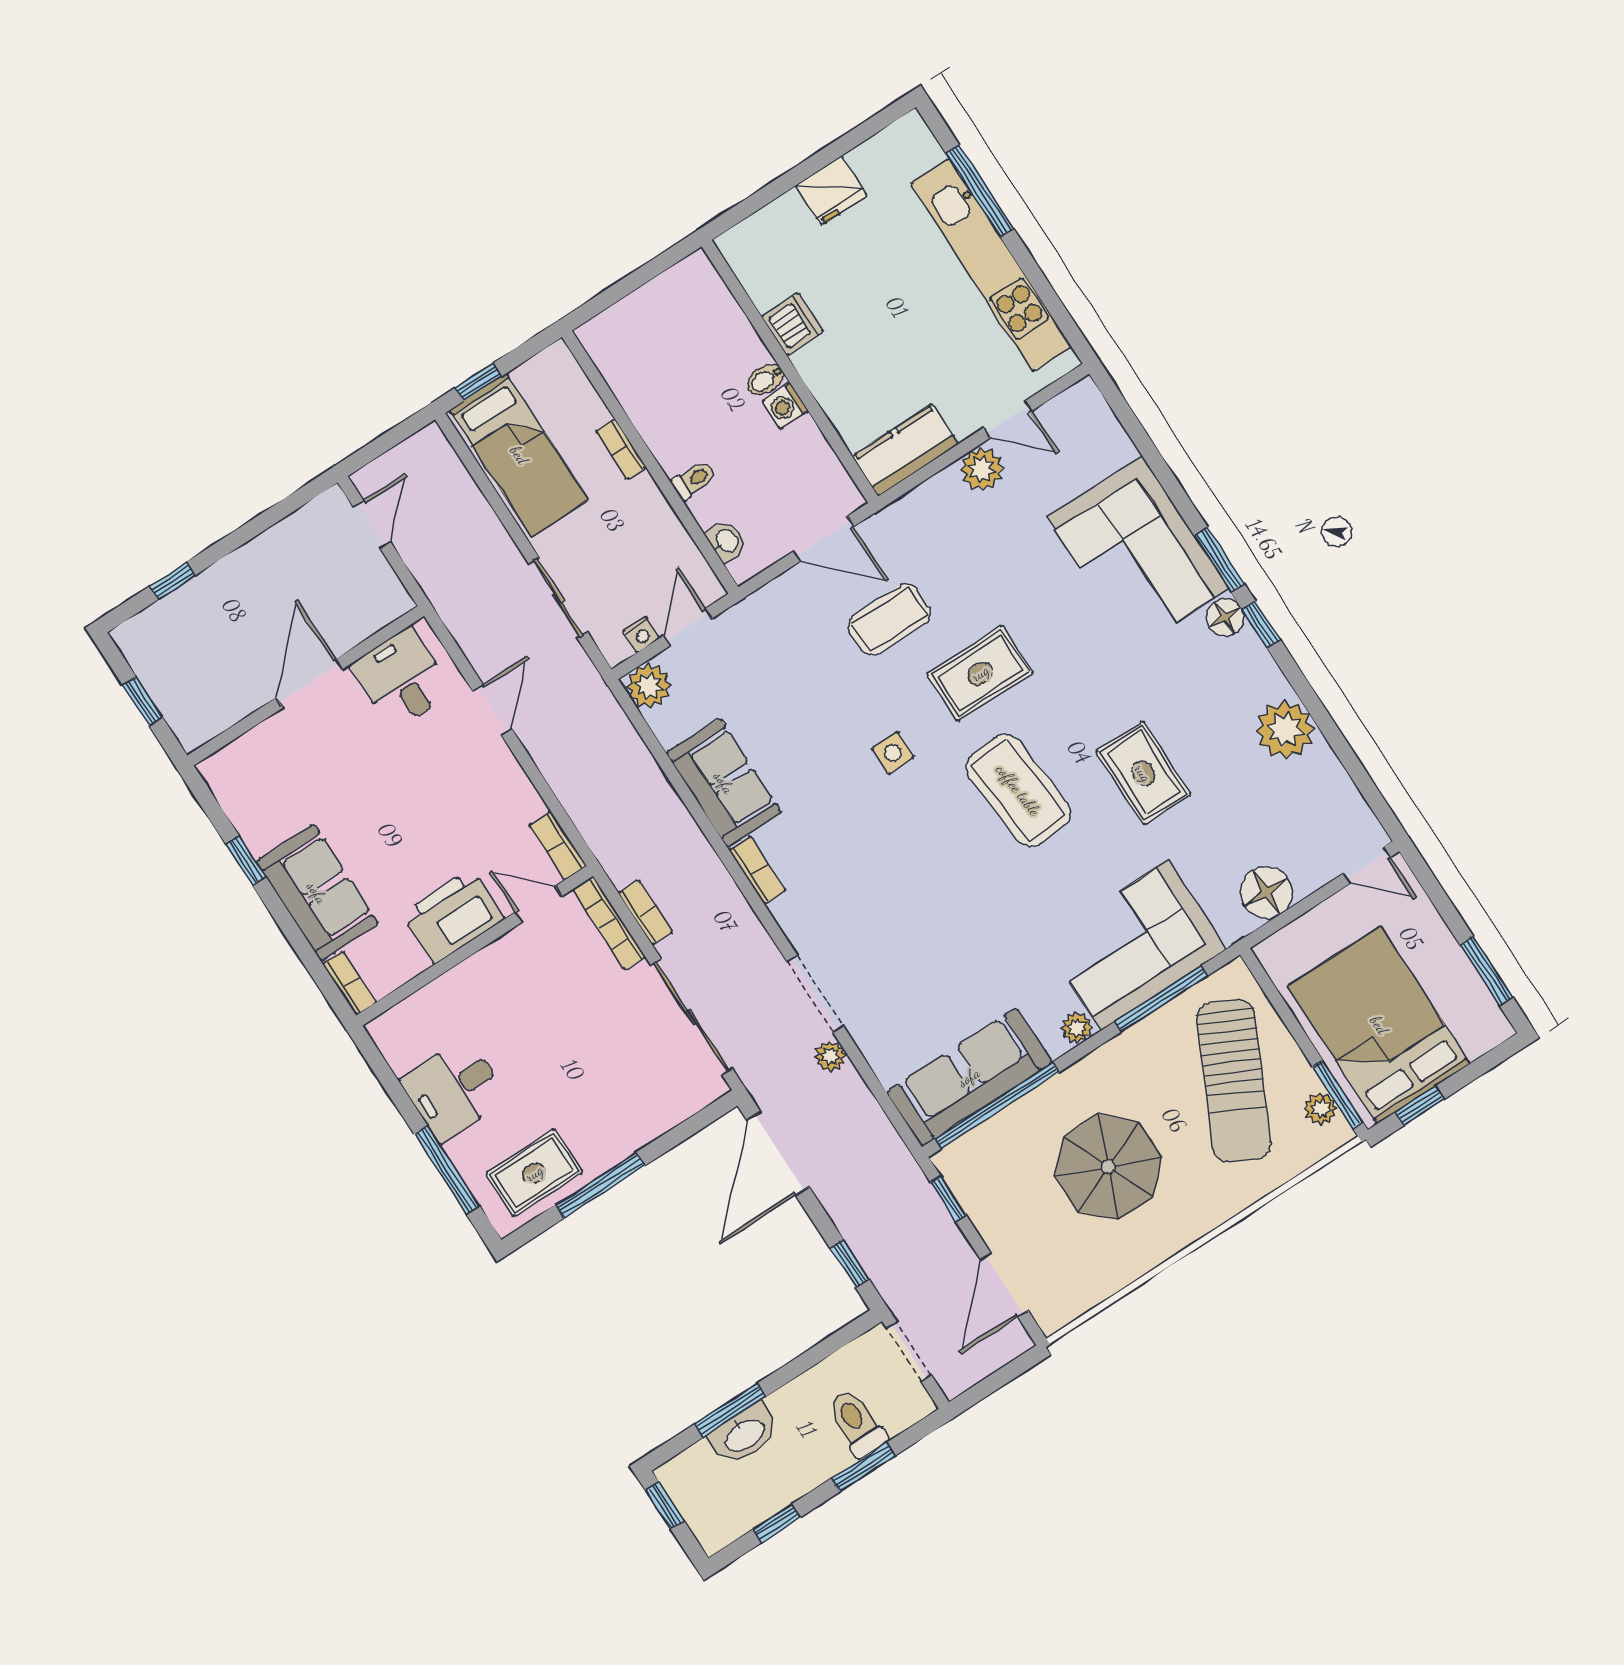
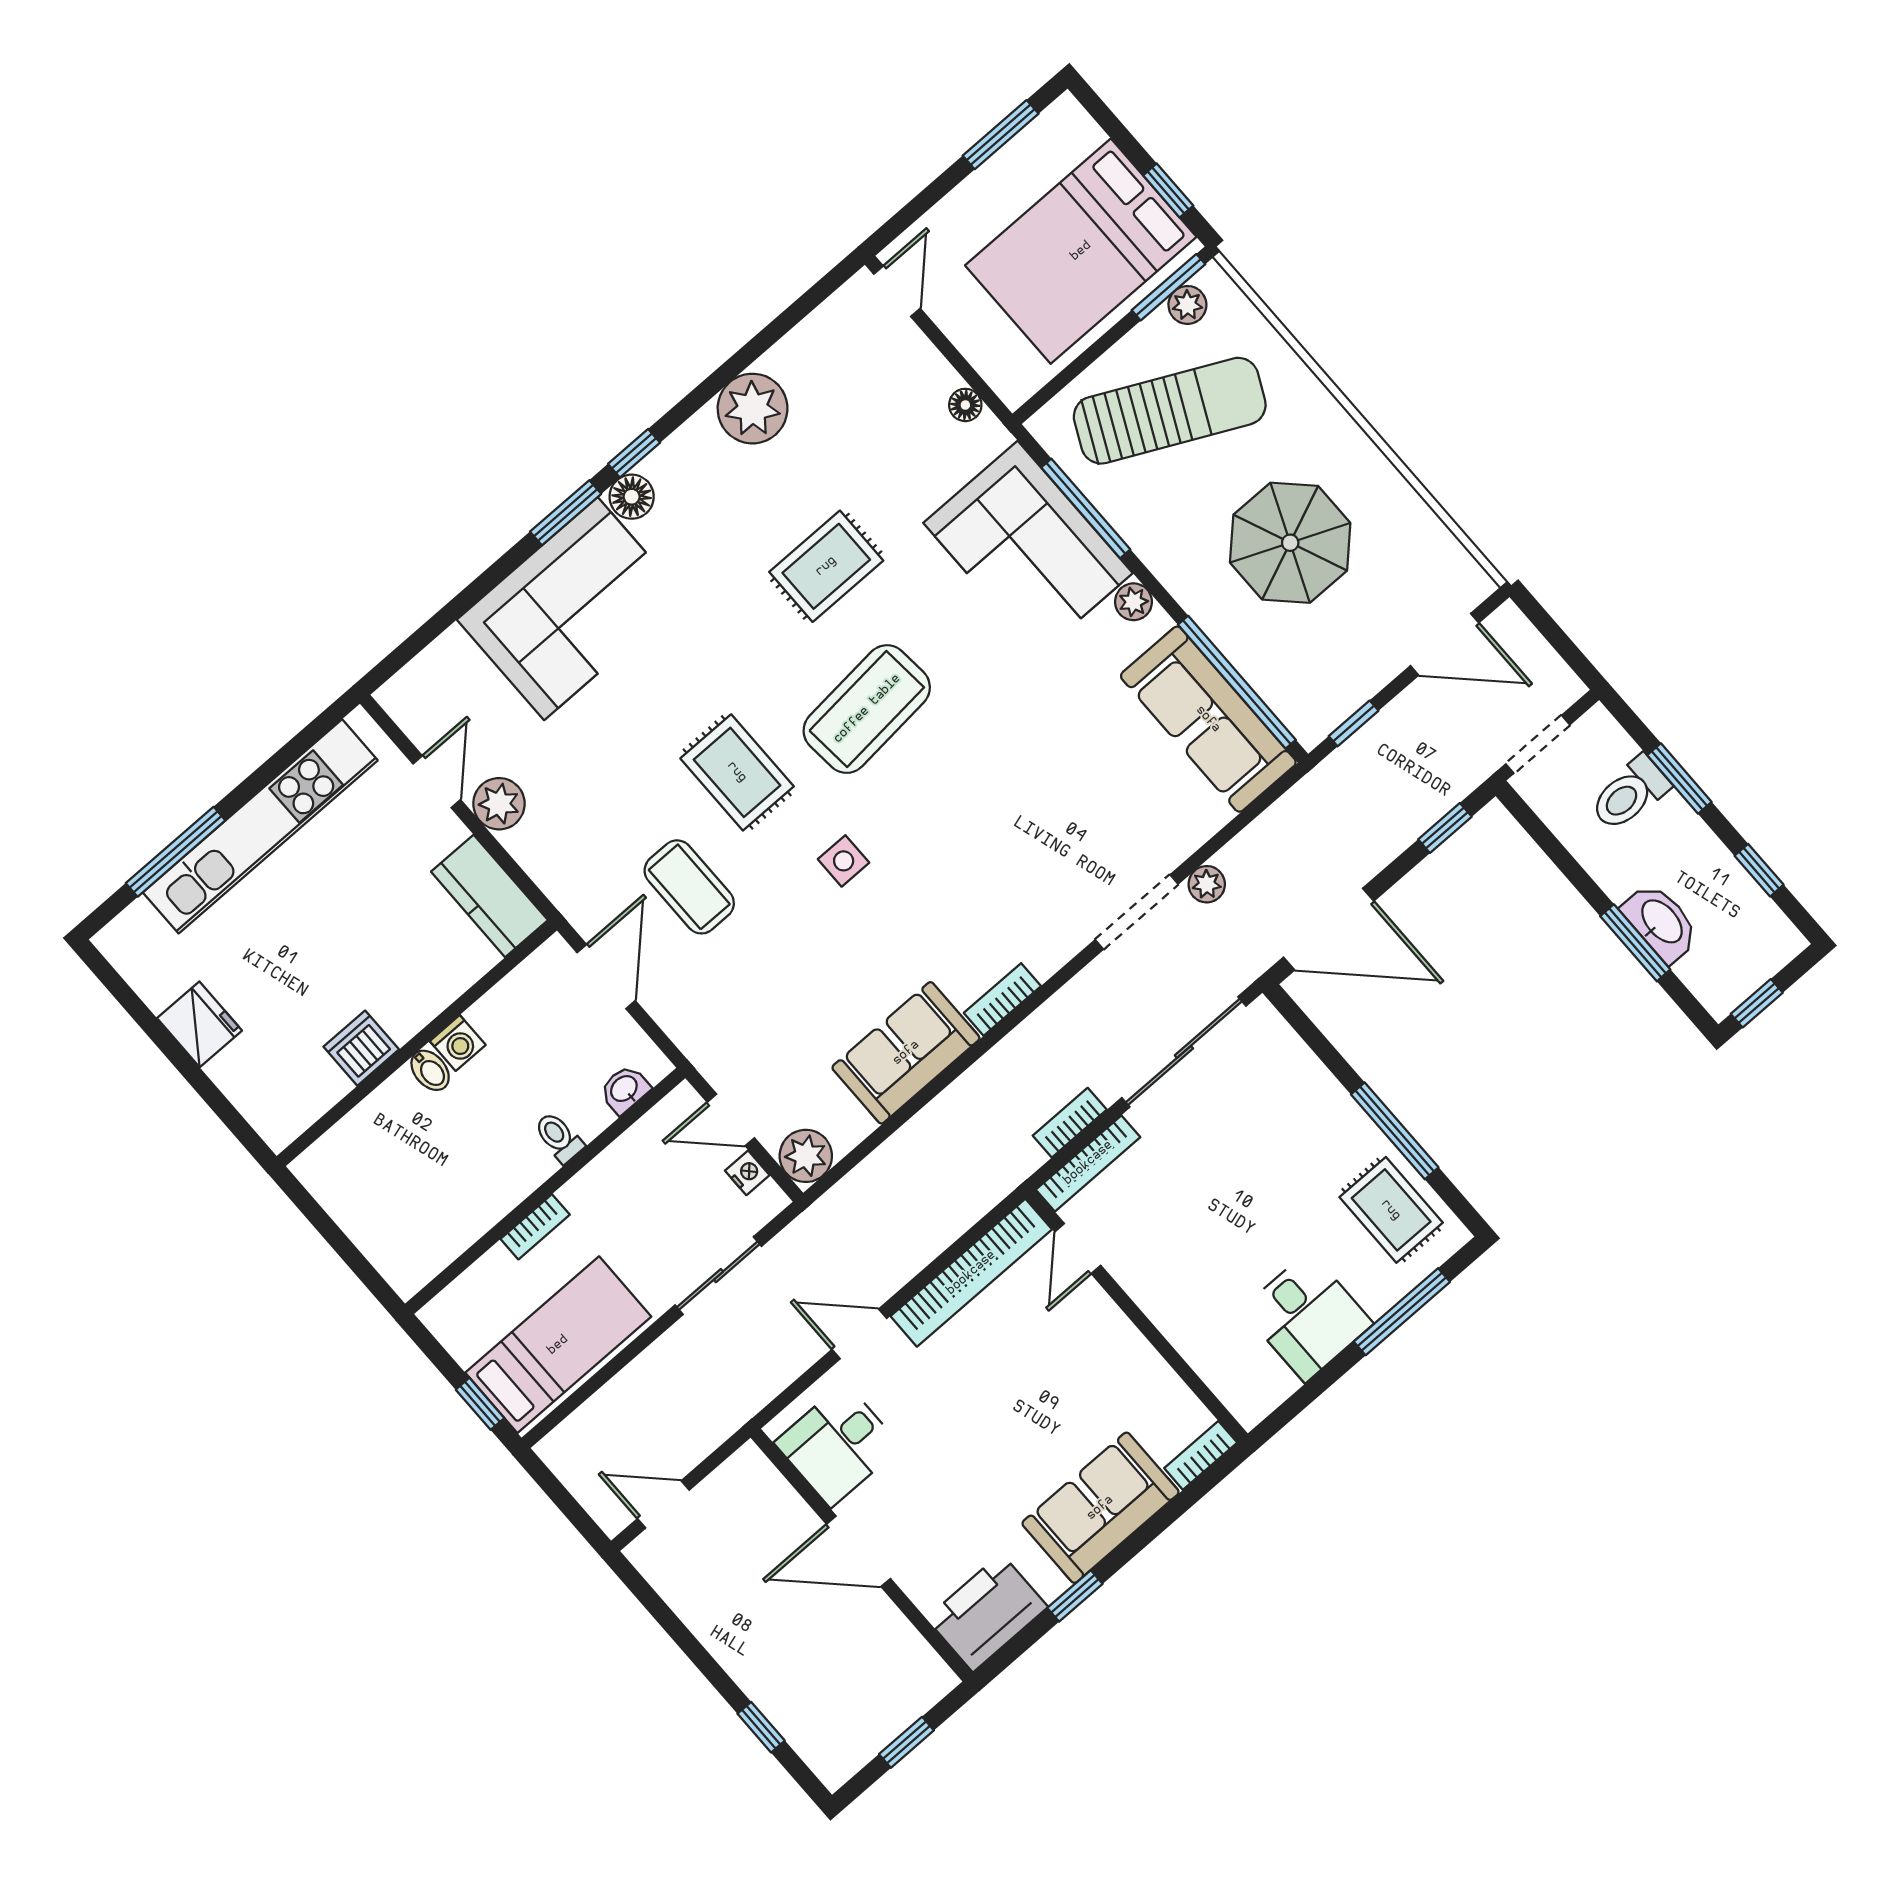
bookcase: (558, 846) -> (971, 1273), width x2.31, depth x1.31
floor lamp: (1266, 892) -> (965, 405), width x0.53, depth x0.53
printer: (453, 916) -> (987, 1613), moved, turned 90

